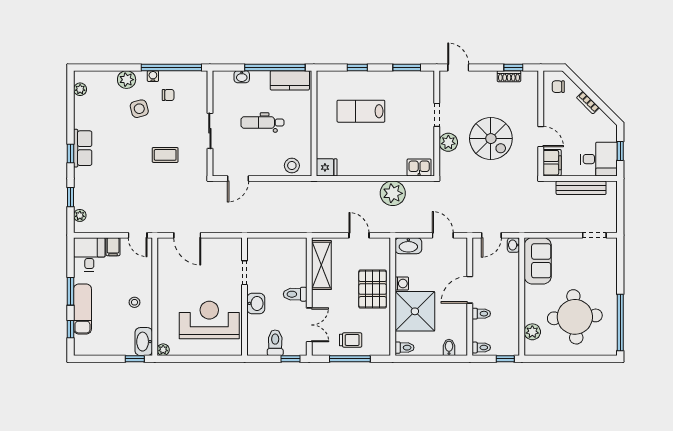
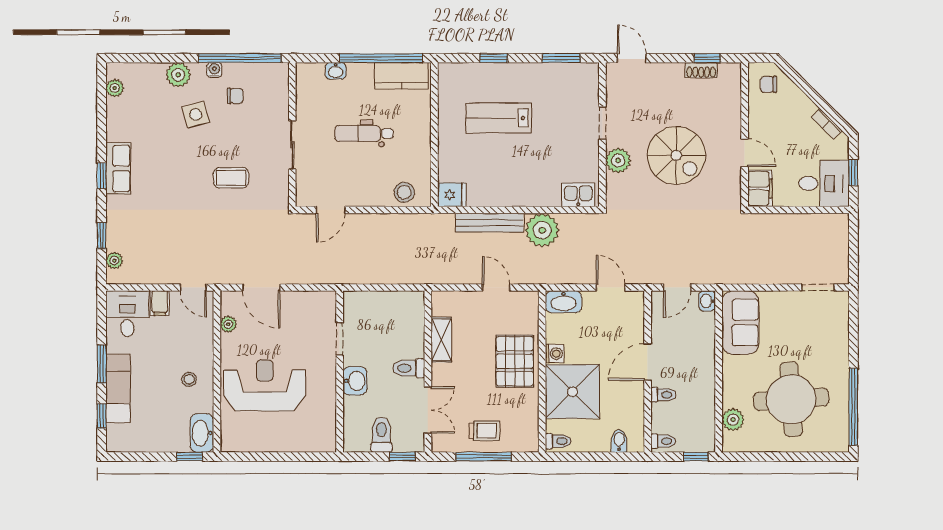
bookcase: (588, 103) -> (827, 124), moved
bench: (581, 188) -> (490, 223), moved
shelving: (321, 265) -> (441, 340), width x0.67, depth x0.75
reception desk: (209, 320) -> (265, 385), moved
plant: (163, 350) -> (228, 324), moved

